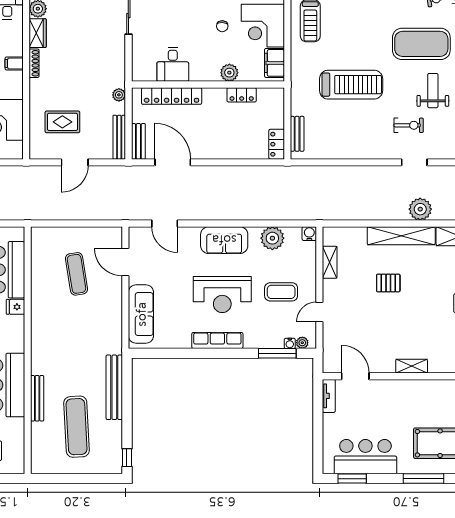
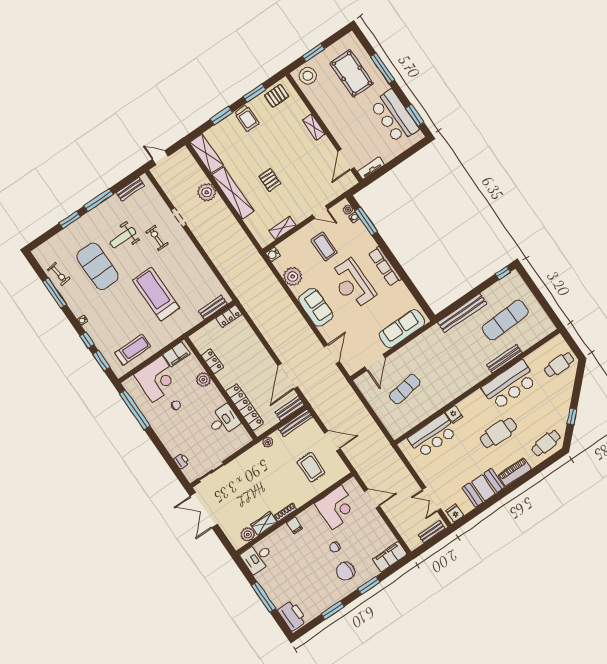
reception desk: (222, 295) -> (352, 284), turned 180

